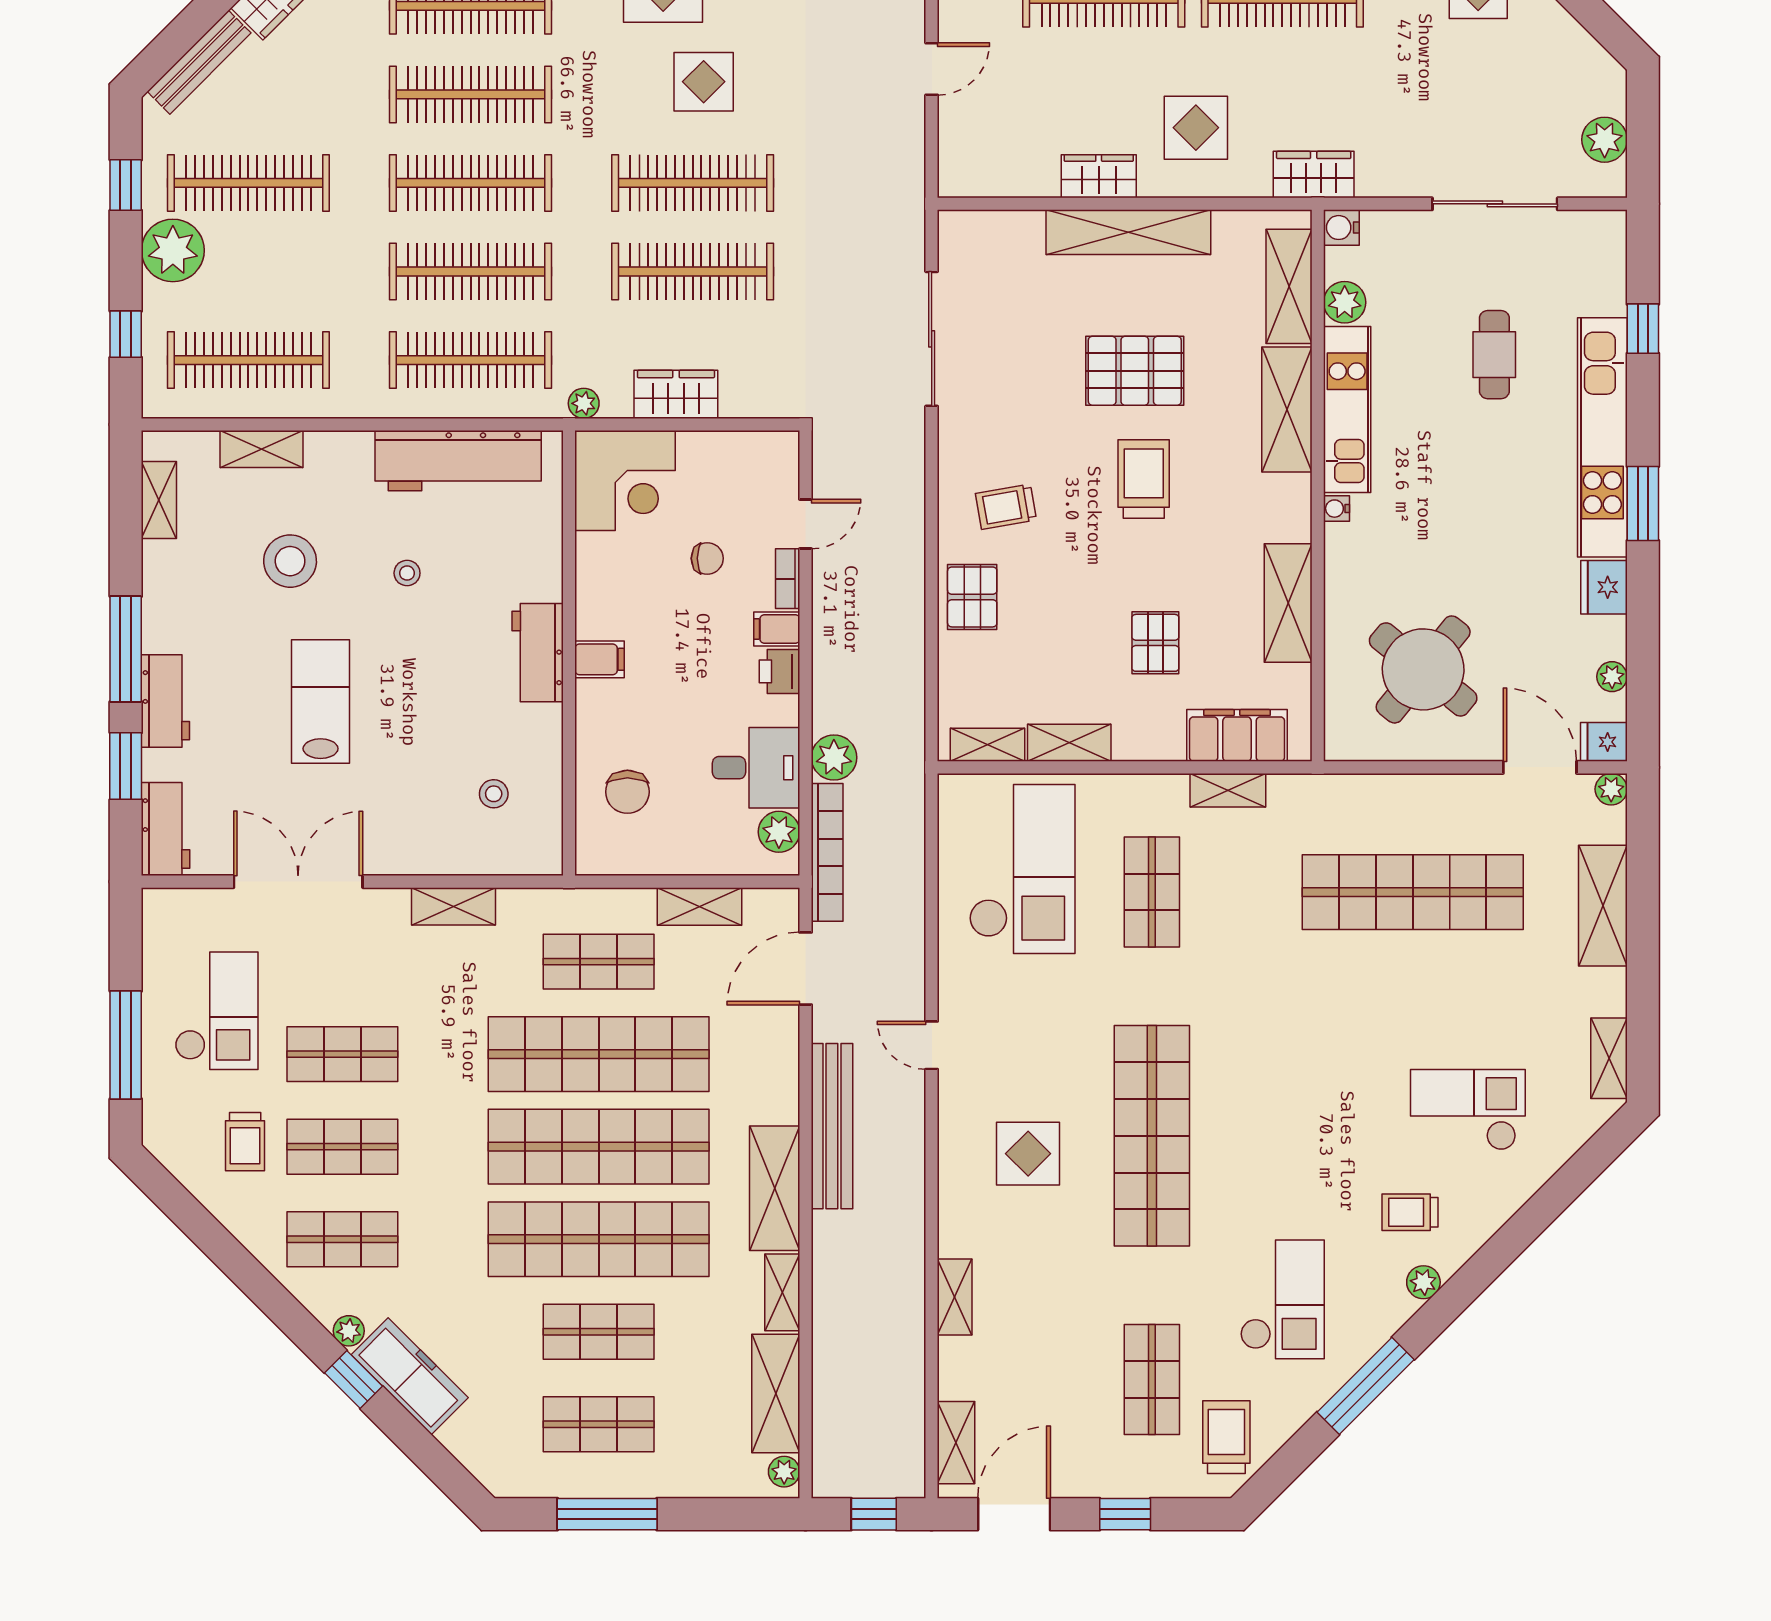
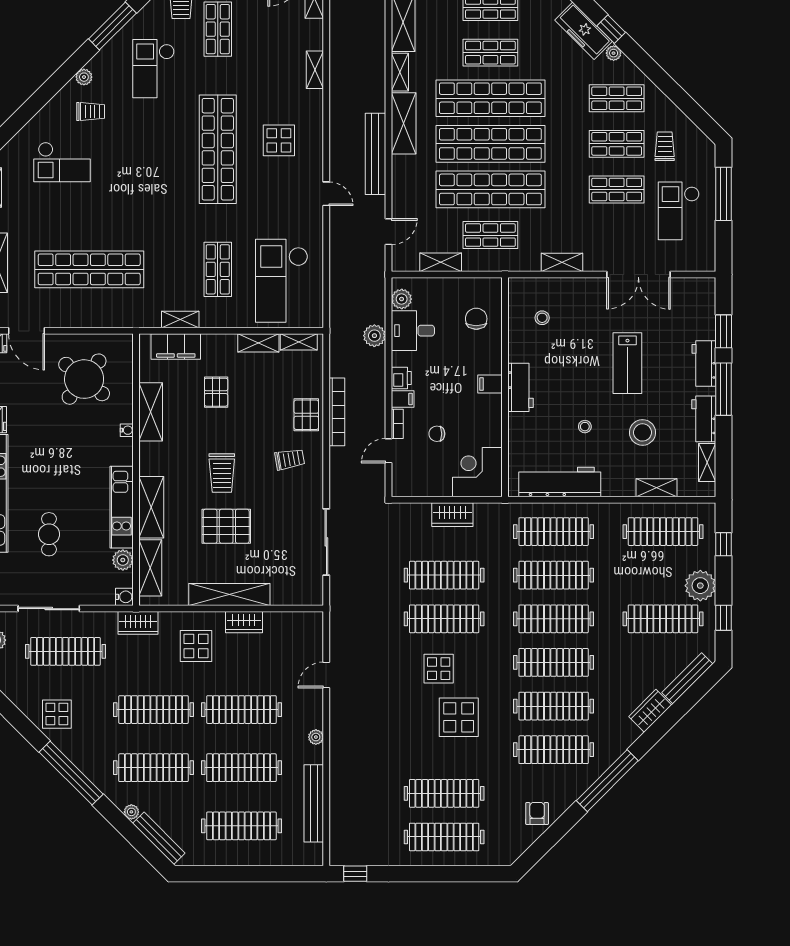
clothes rail: (1461, 117) -> (65, 651), added
plant: (584, 403) -> (498, 510), removed
water cooler: (1337, 509) -> (127, 430), moved
workbench: (166, 829) -> (704, 419), moved
bookcase: (827, 852) -> (337, 412), moved, turned 180
door: (805, 968) -> (388, 232), width x0.73

